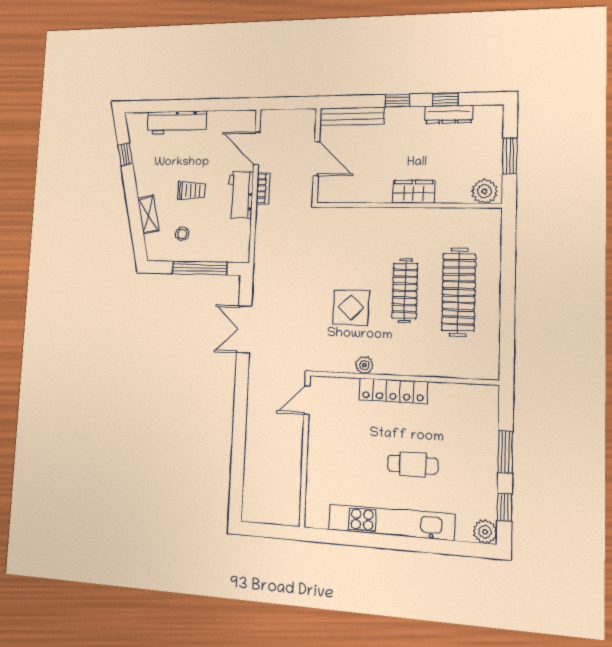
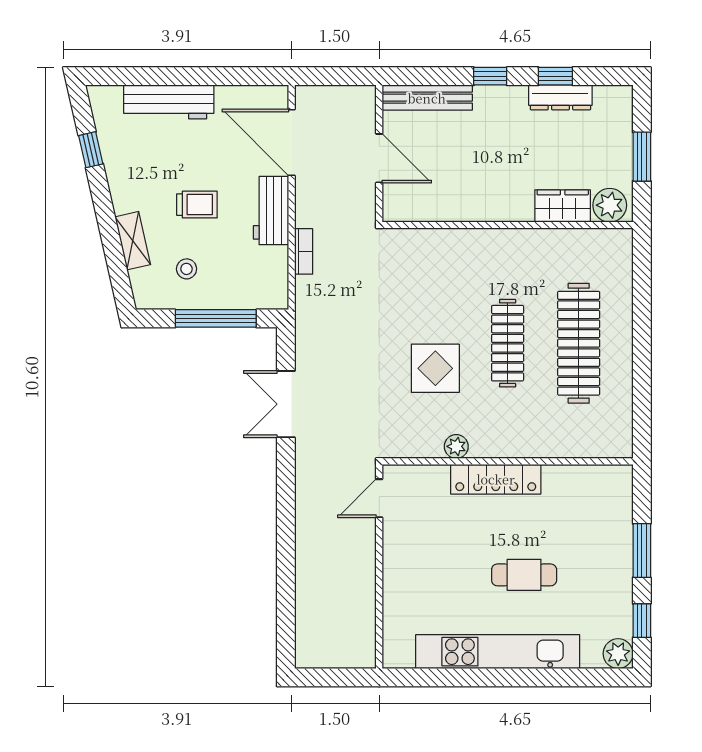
door: (257, 148) -> (292, 143), width x1.36
bookcase: (263, 188) -> (304, 251), moved
wardrobe: (414, 192) -> (563, 206), moved

